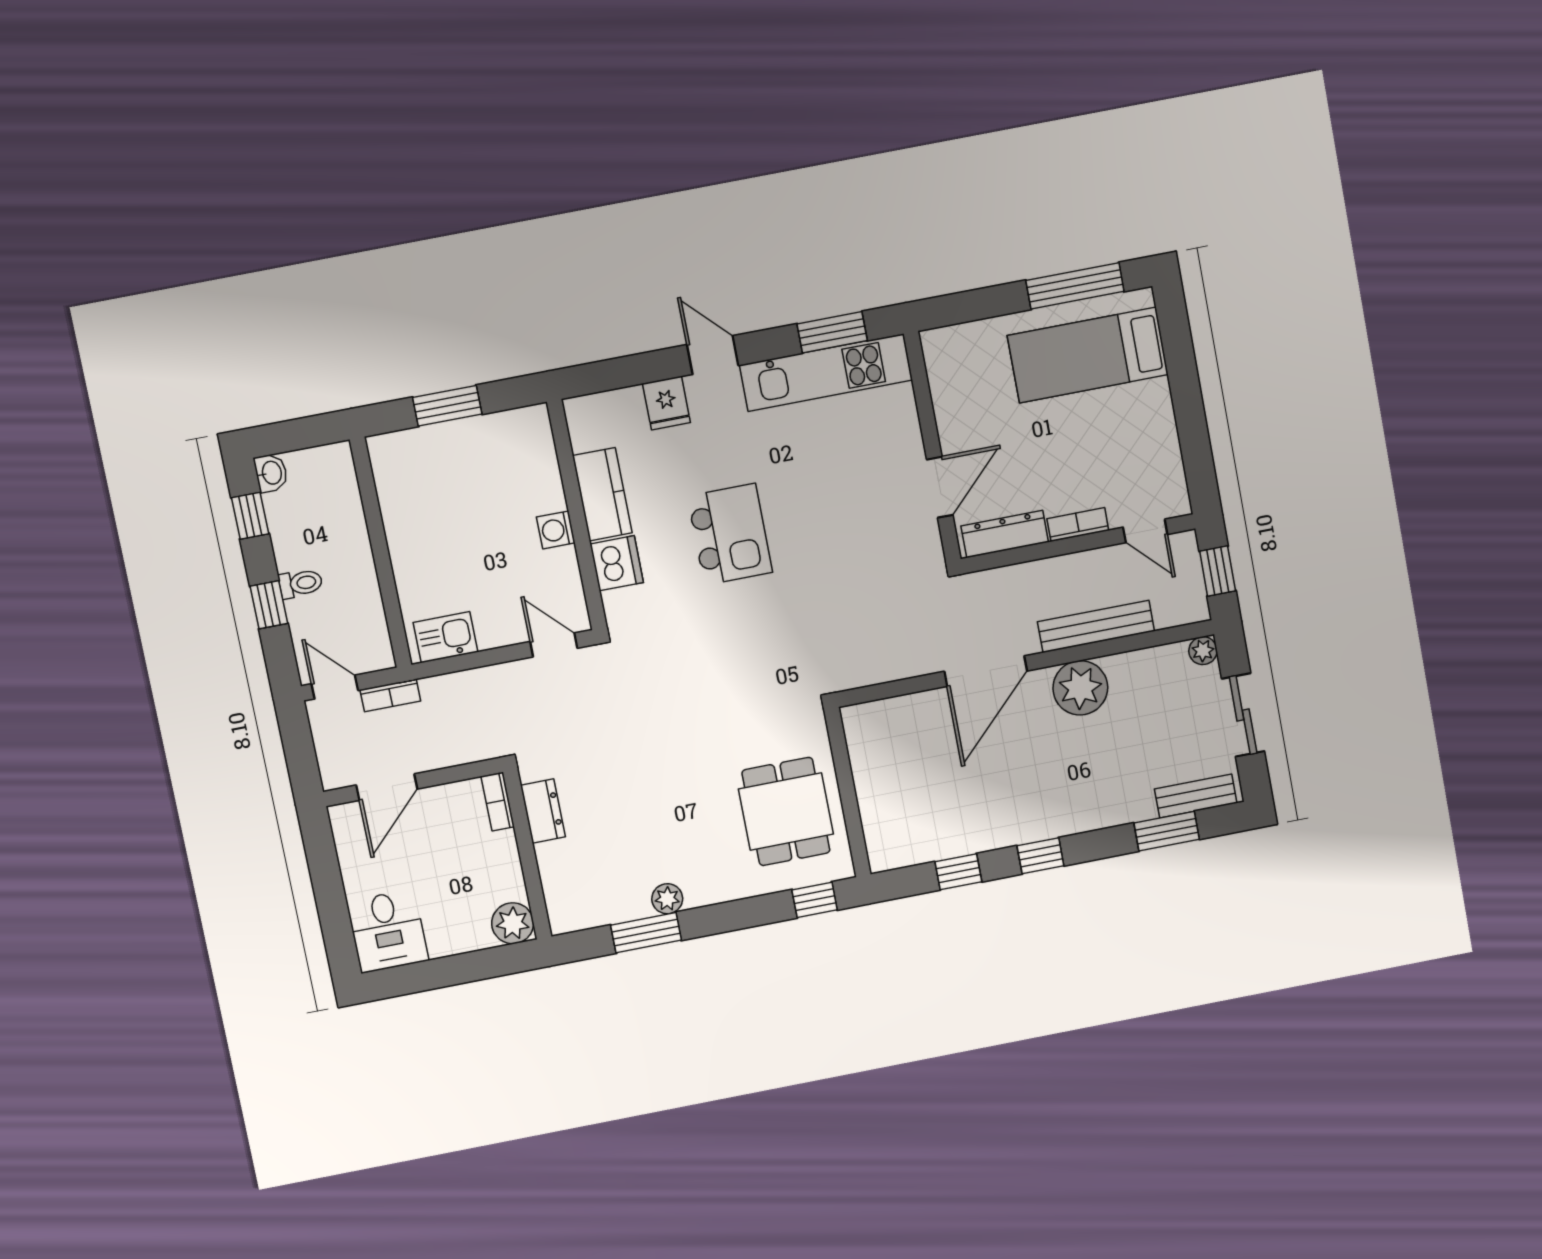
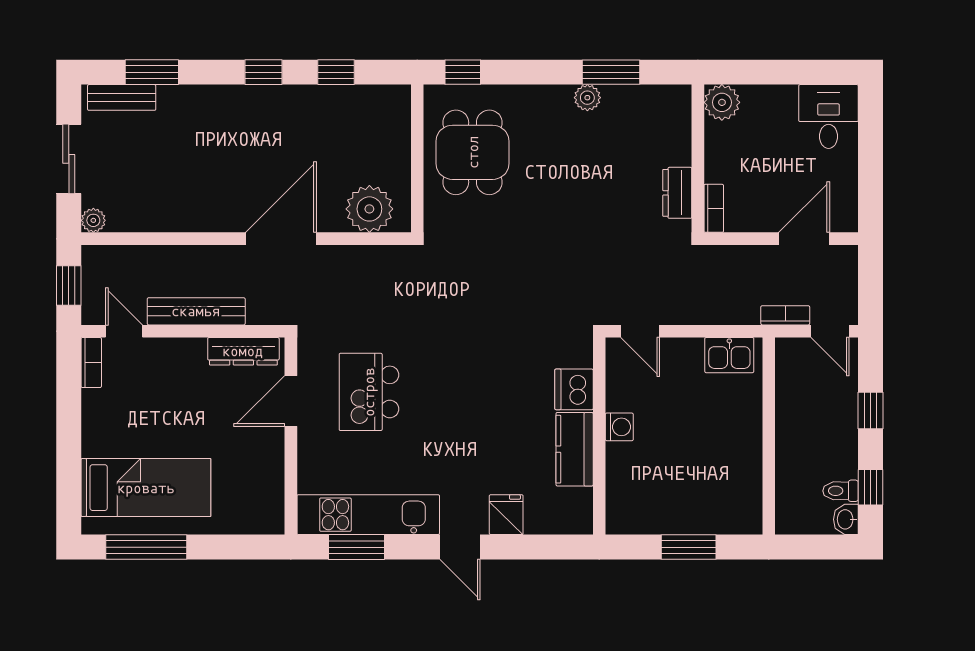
bookcase: (1078, 525) -> (91, 363), moved, turned -90
kitchen island: (730, 534) -> (369, 392), moved
toilet: (301, 583) -> (841, 491), moved
bench: (1096, 626) -> (196, 311), moved
plant: (1080, 688) -> (369, 209), moved

